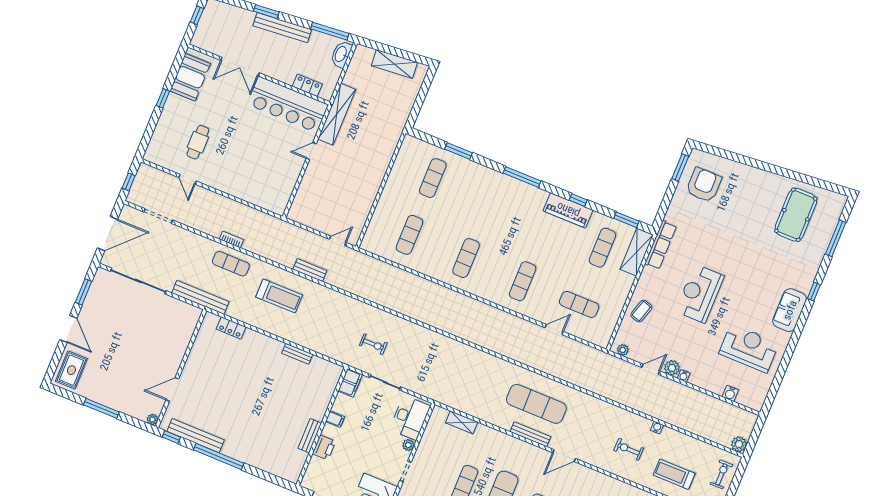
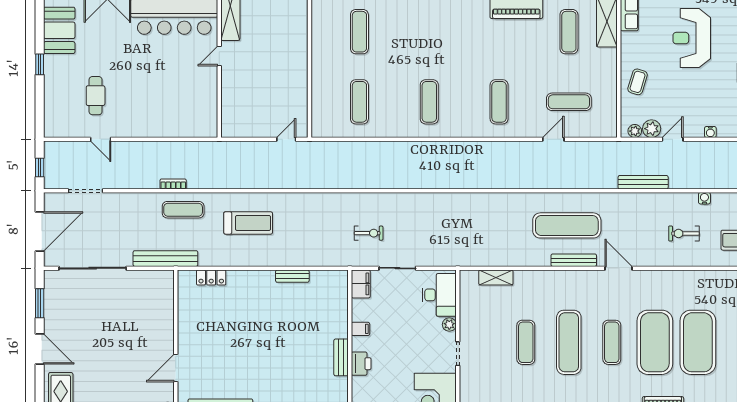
bench: (310, 270) -> (643, 182), moved, width x1.36
plant: (672, 368) -> (652, 129), moved
door: (564, 456) -> (618, 268), swing flipped

